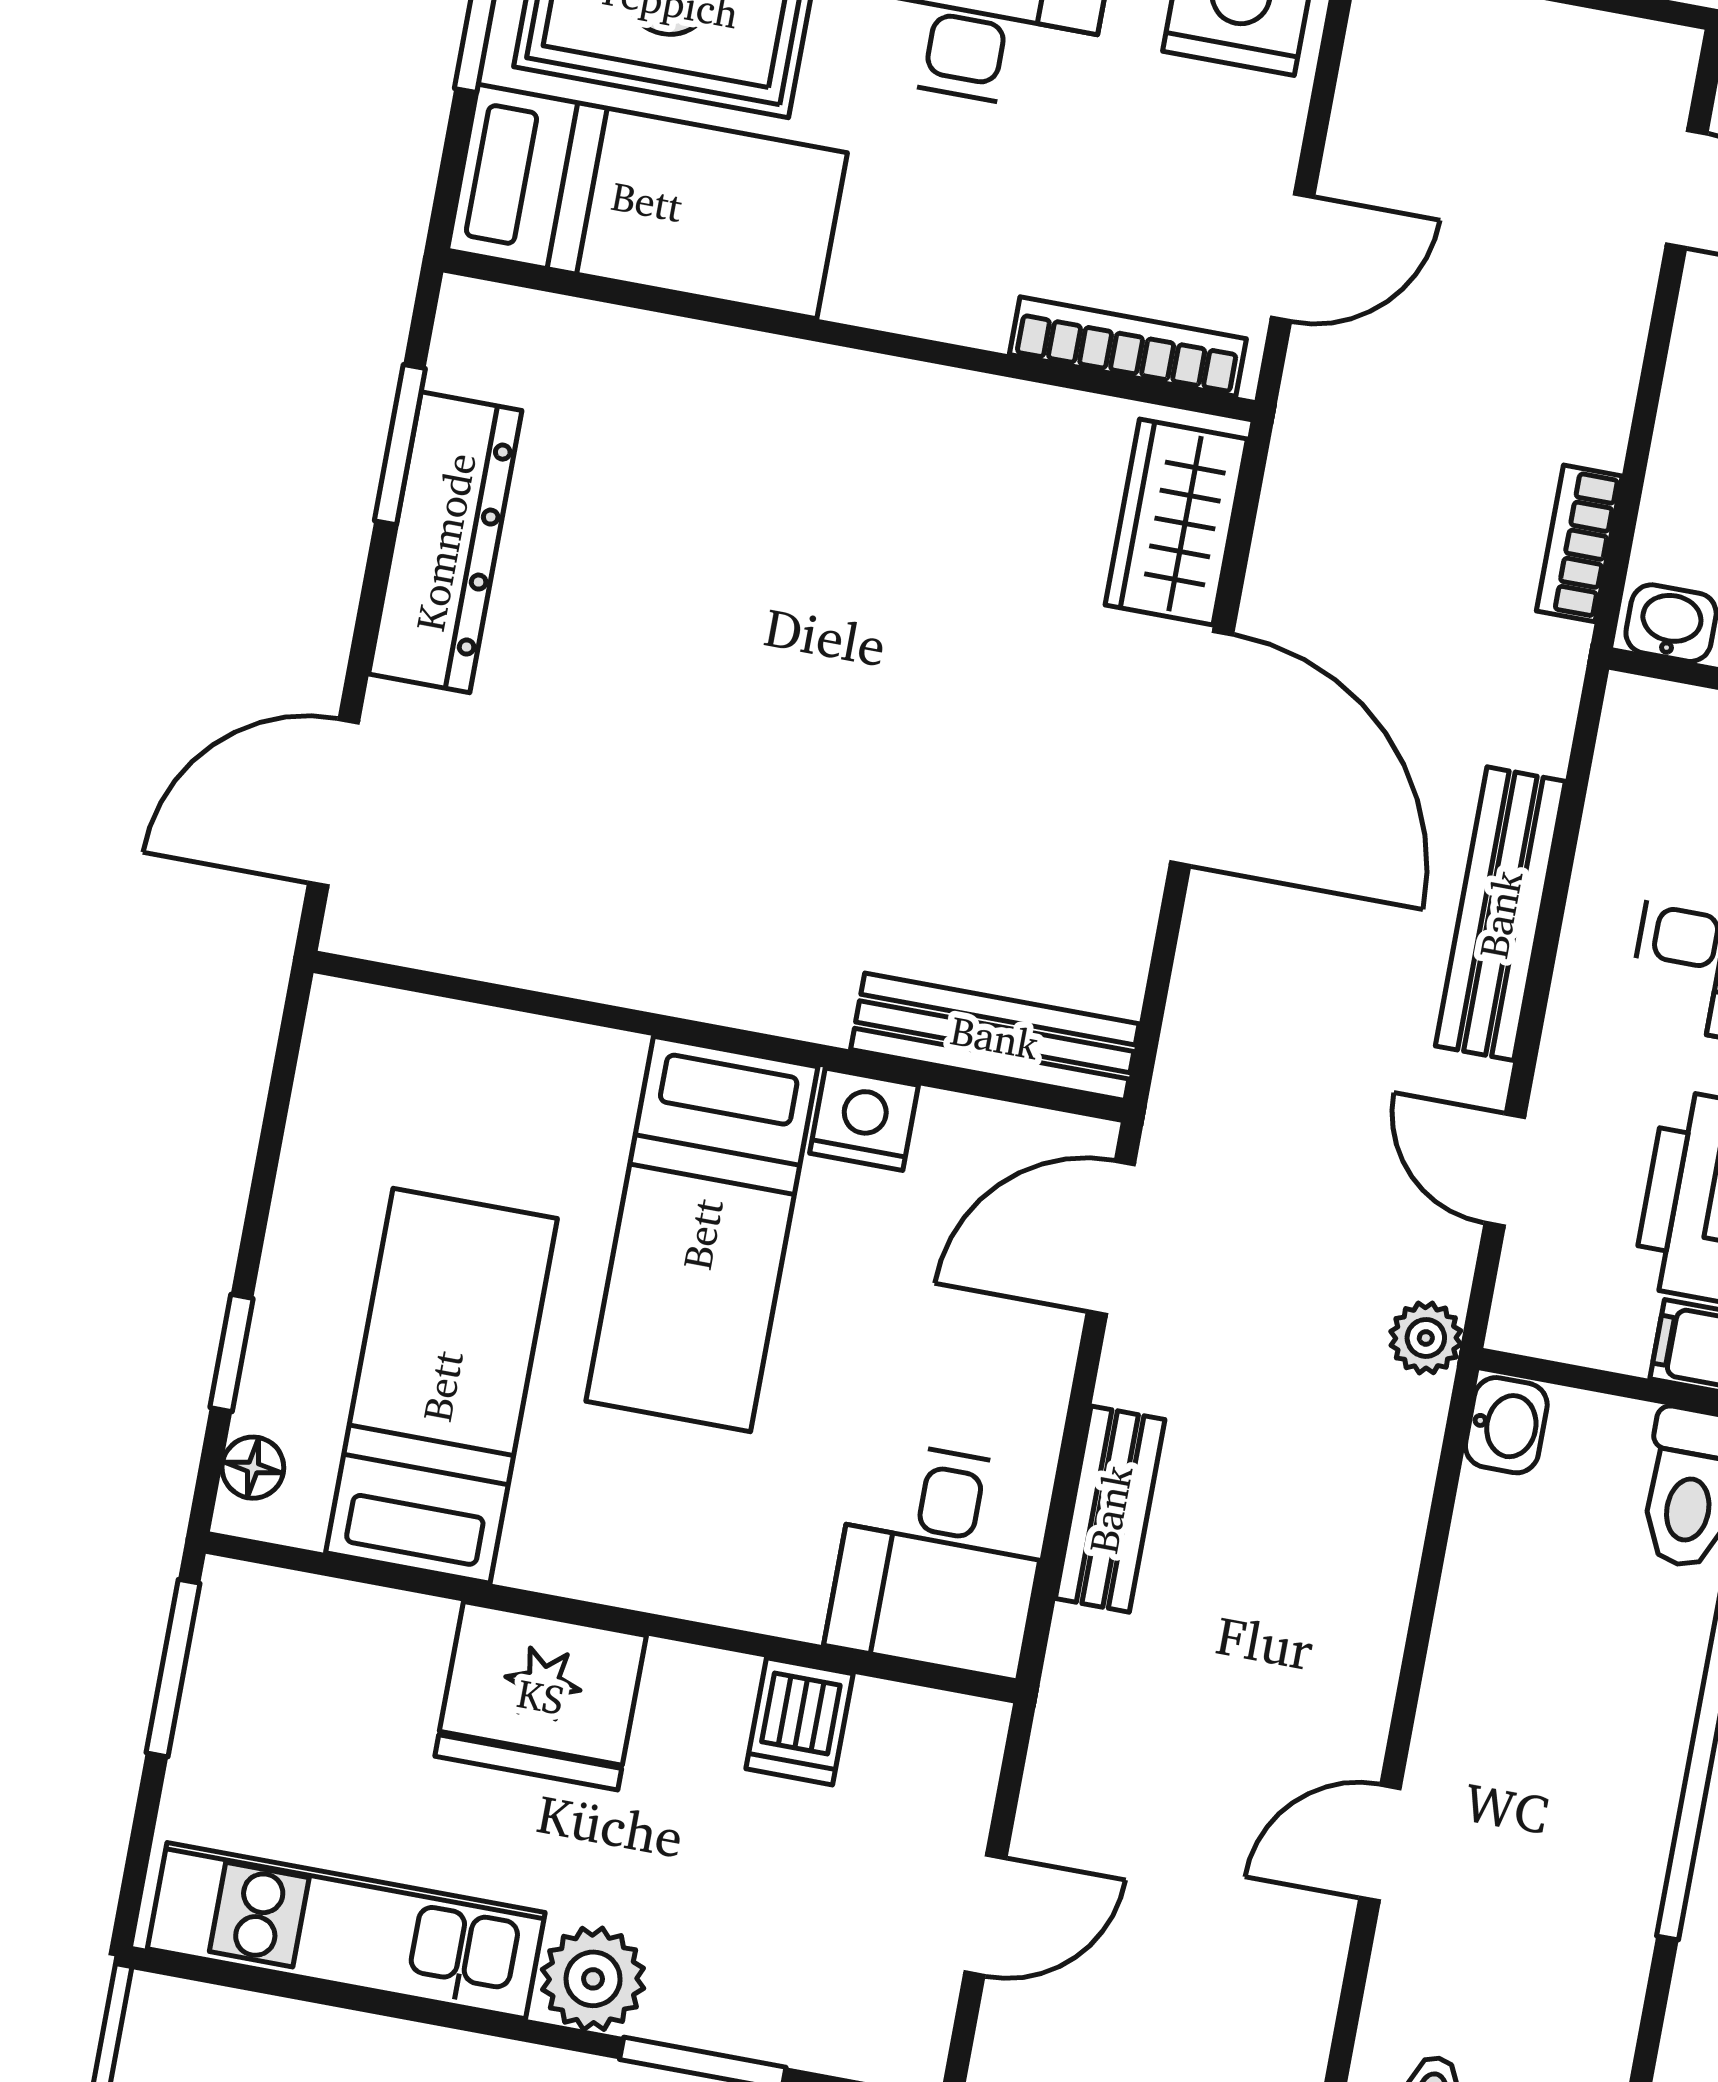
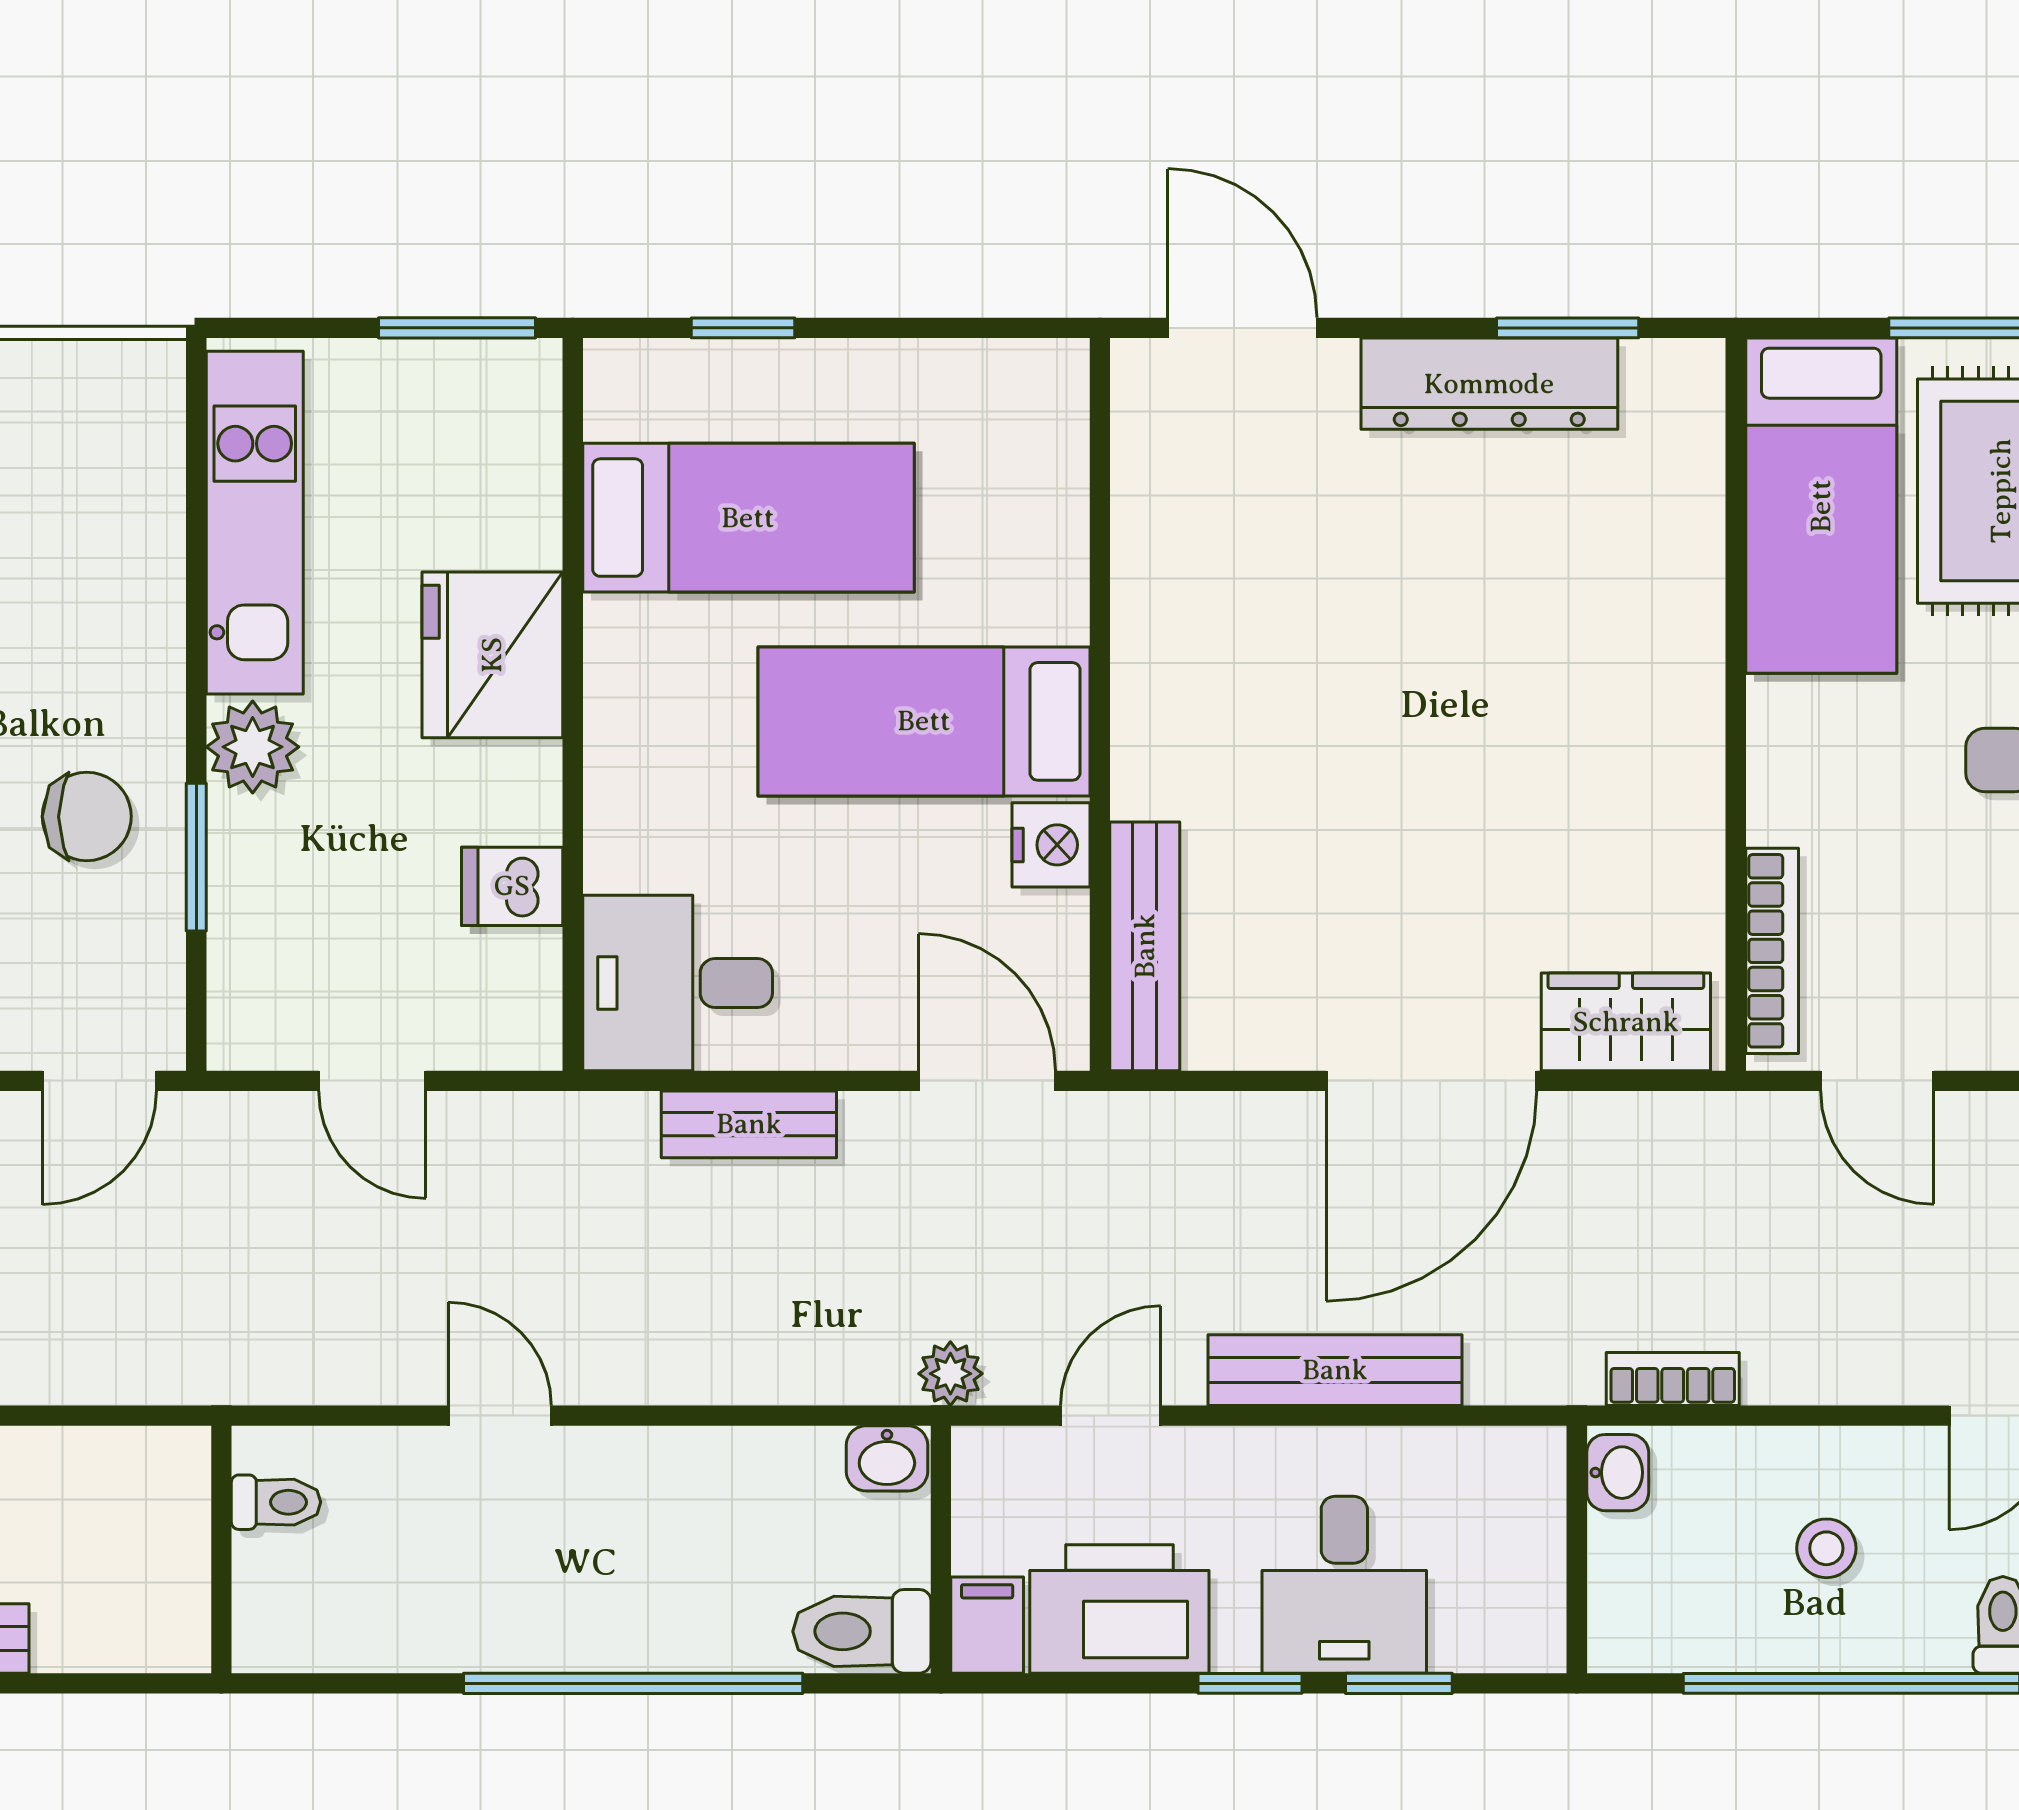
floor lamp: (253, 1468) -> (646, 365), removed

